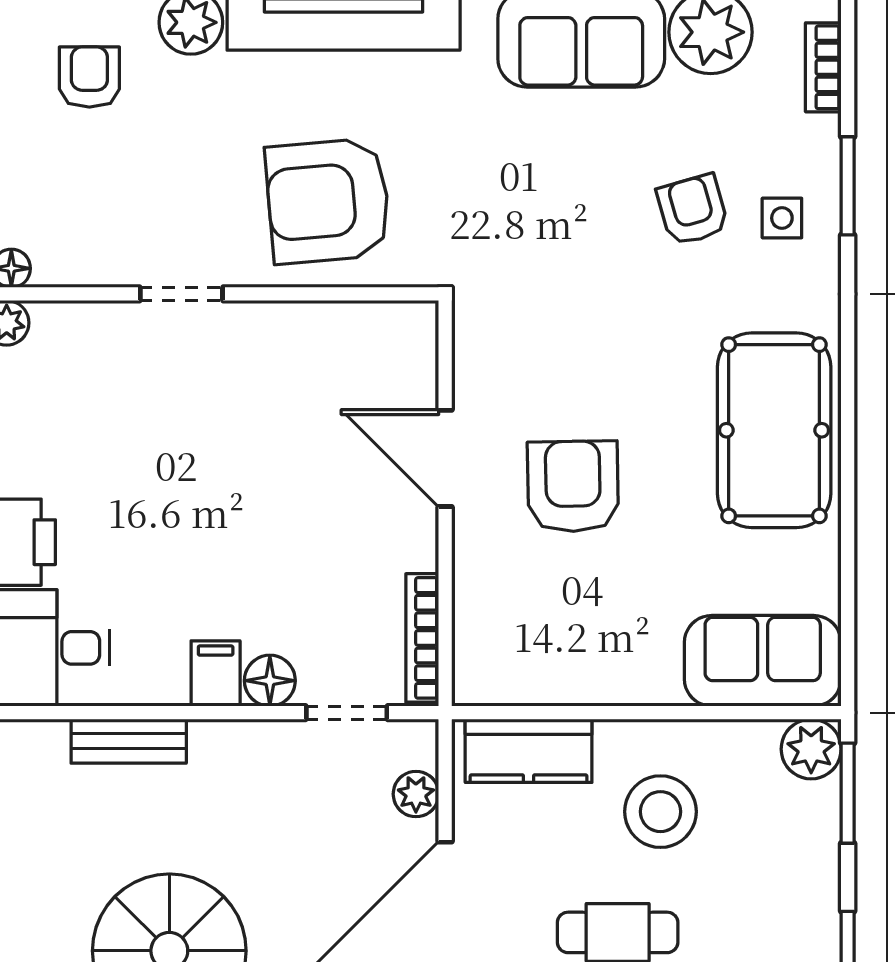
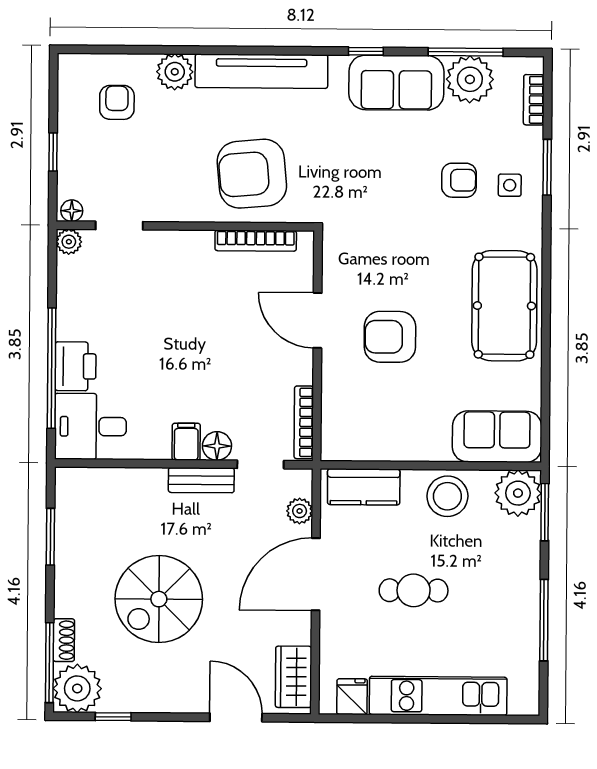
armchair: (693, 210) -> (459, 180), turned 106
doorway: (181, 294) -> (119, 226), moved
bookcase: (335, 319) -> (256, 241), added
armchair: (573, 486) -> (390, 337), turned -89
bench: (129, 741) -> (201, 480), moved
plant: (811, 749) -> (518, 493), width x1.36, depth x1.36
stool: (660, 812) -> (447, 496), moved

